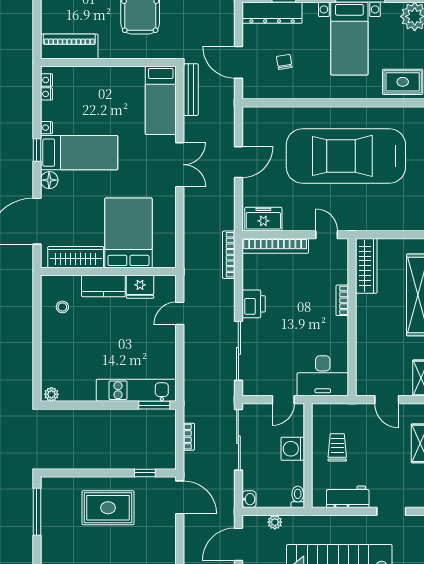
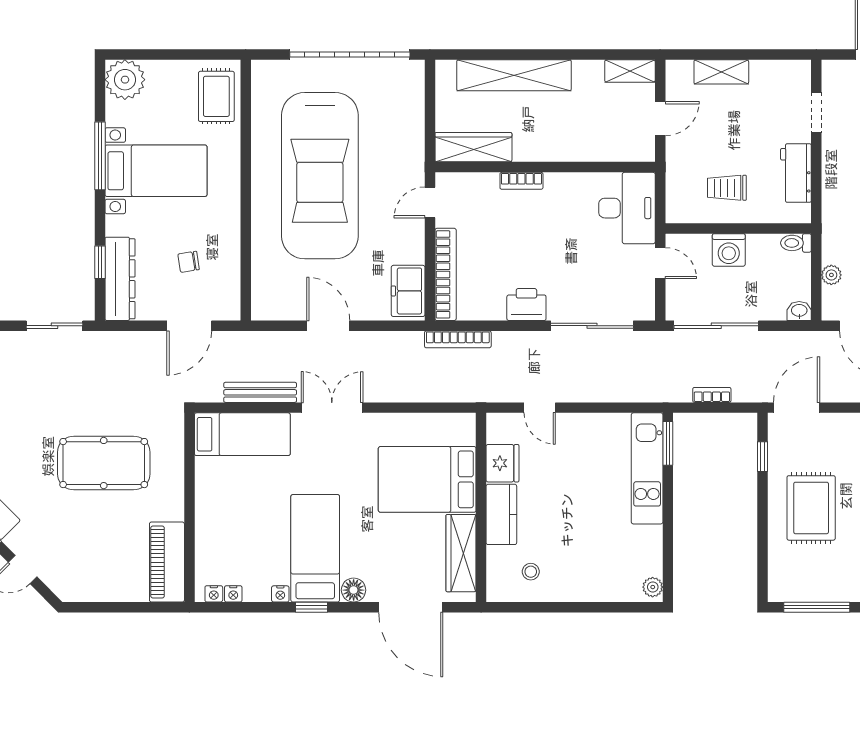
bench: (191, 90) -> (260, 392), moved

